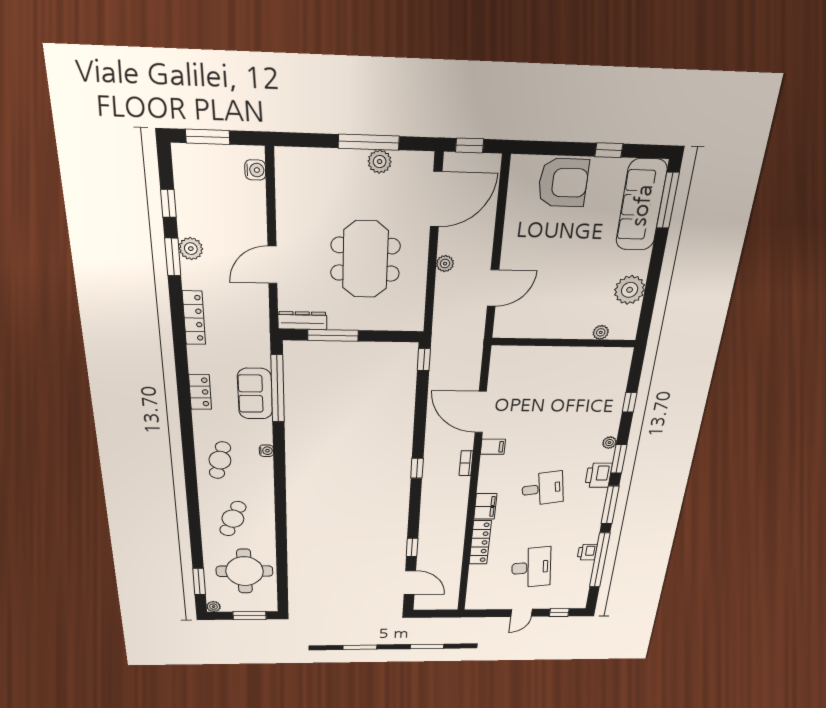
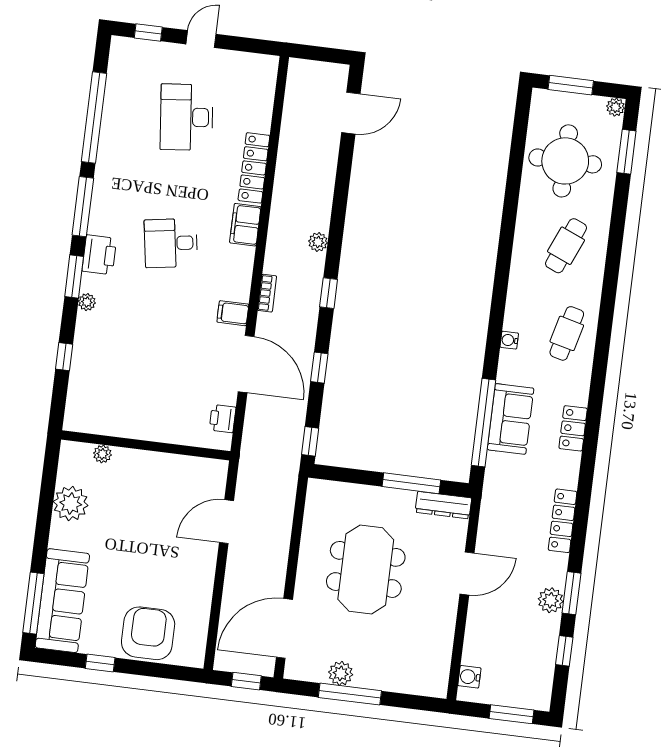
armchair: (563, 183) -> (148, 633), turned 90
plant: (445, 264) -> (318, 242), moved
window: (412, 547) -> (319, 368), moved
printer: (587, 552) -> (223, 419), moved, turned 180
door: (410, 583) -> (351, 113), swing flipped

